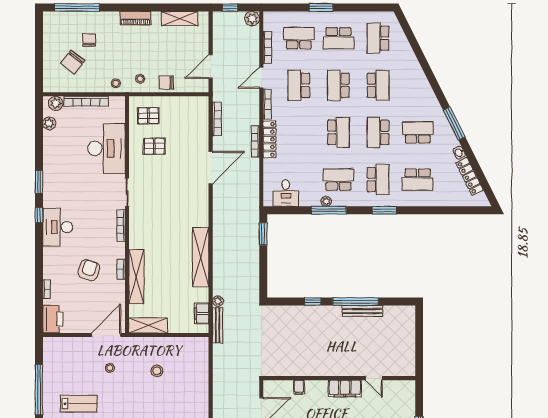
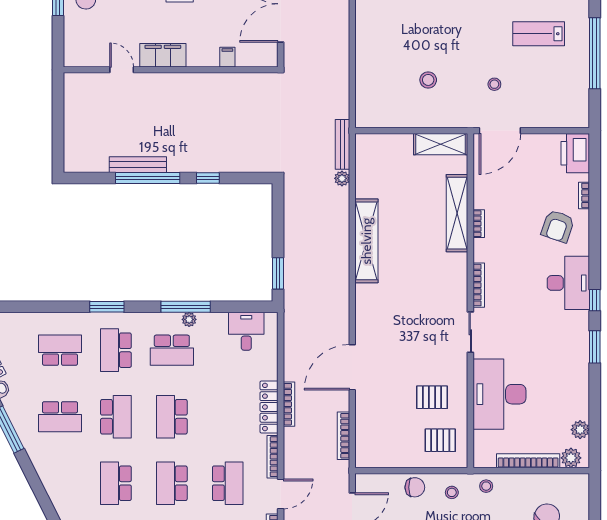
school desk: (338, 85) -> (172, 483), turned 180
armchair: (89, 270) -> (558, 226), moved
filing cabinet: (202, 313) -> (365, 161), removed

